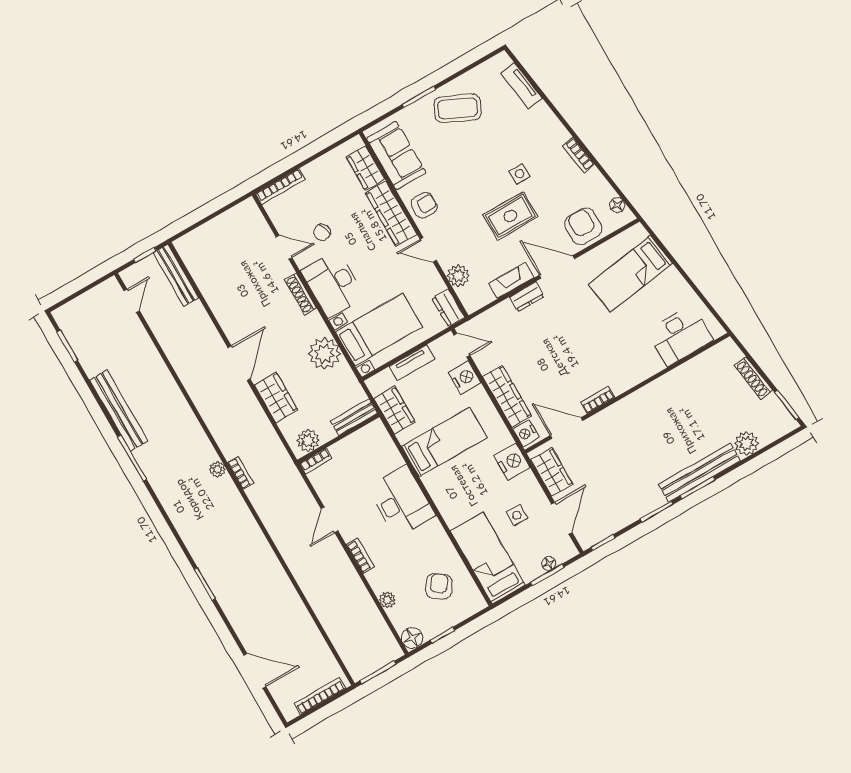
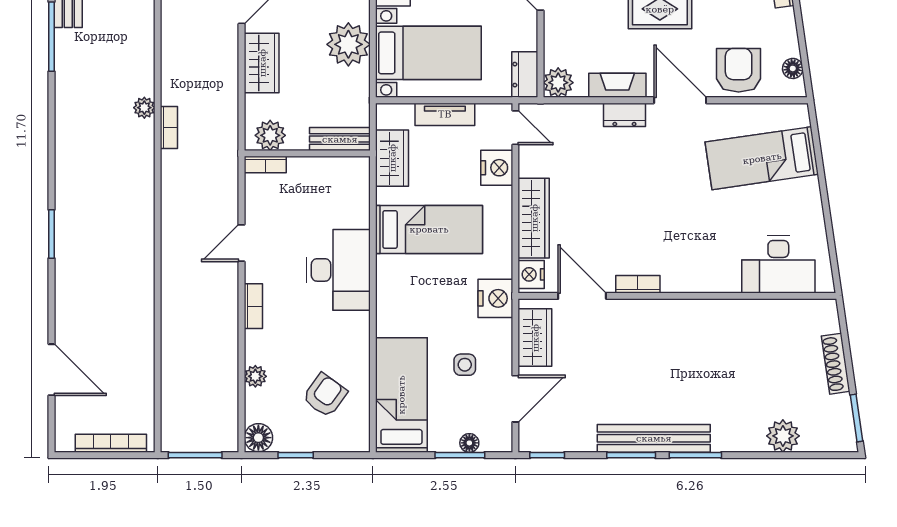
plant: (458, 276) -> (558, 83), moved
bench: (699, 473) -> (654, 438), moved

